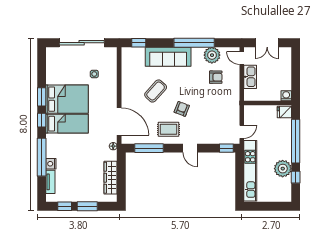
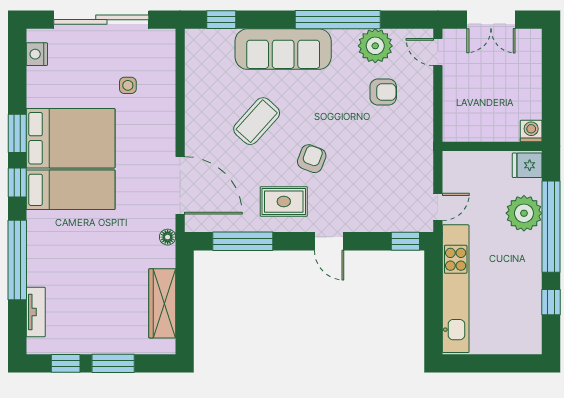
kitchen sink: (250, 77) -> (455, 91), removed
nightstand: (51, 164) -> (37, 54), moved
plant: (283, 169) -> (524, 213), moved

